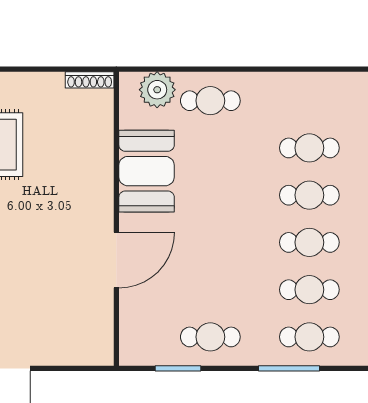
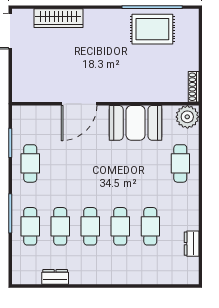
dresser: (337, 83) -> (192, 244), added
plant: (157, 90) -> (187, 117), moved
door: (116, 260) -> (79, 104), hinge flipped

